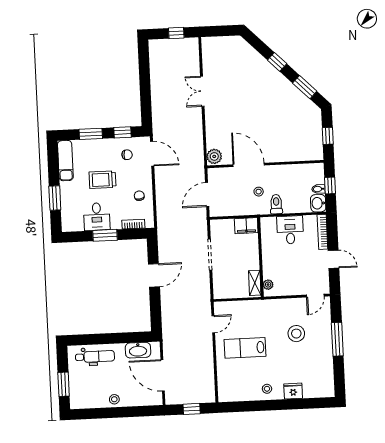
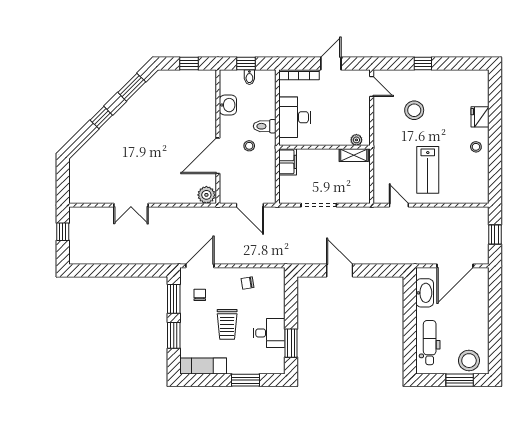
window: (122, 132) -> (174, 299), width x1.50
washbasin: (318, 203) -> (228, 105), moved, turned -90
bookcase: (133, 224) -> (280, 291), removed
desk: (290, 230) -> (295, 117), width x1.37
window: (105, 235) -> (291, 343), moved
window: (337, 339) -> (423, 64), width x0.46
stool: (114, 399) -> (469, 361), moved, width x1.89, depth x1.89

